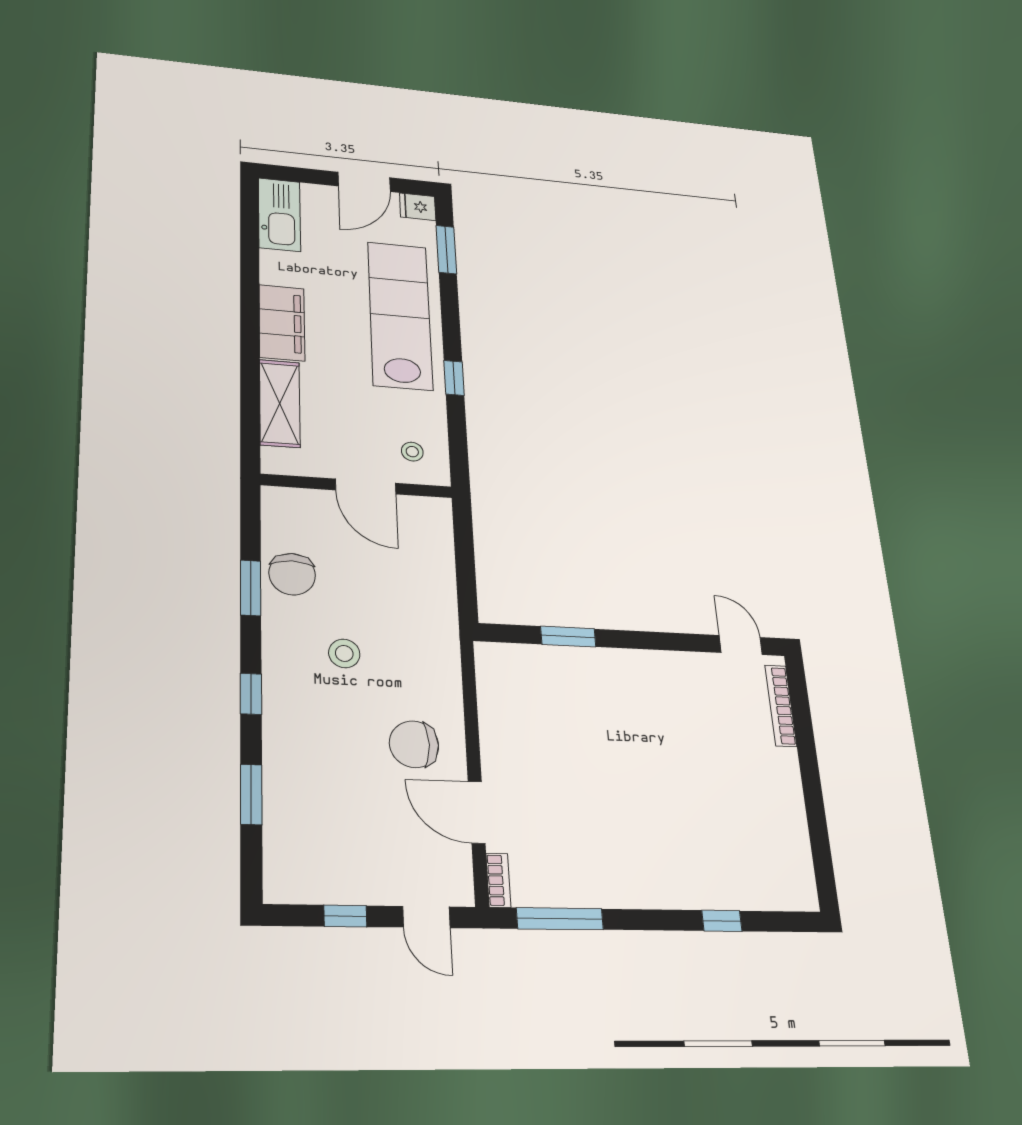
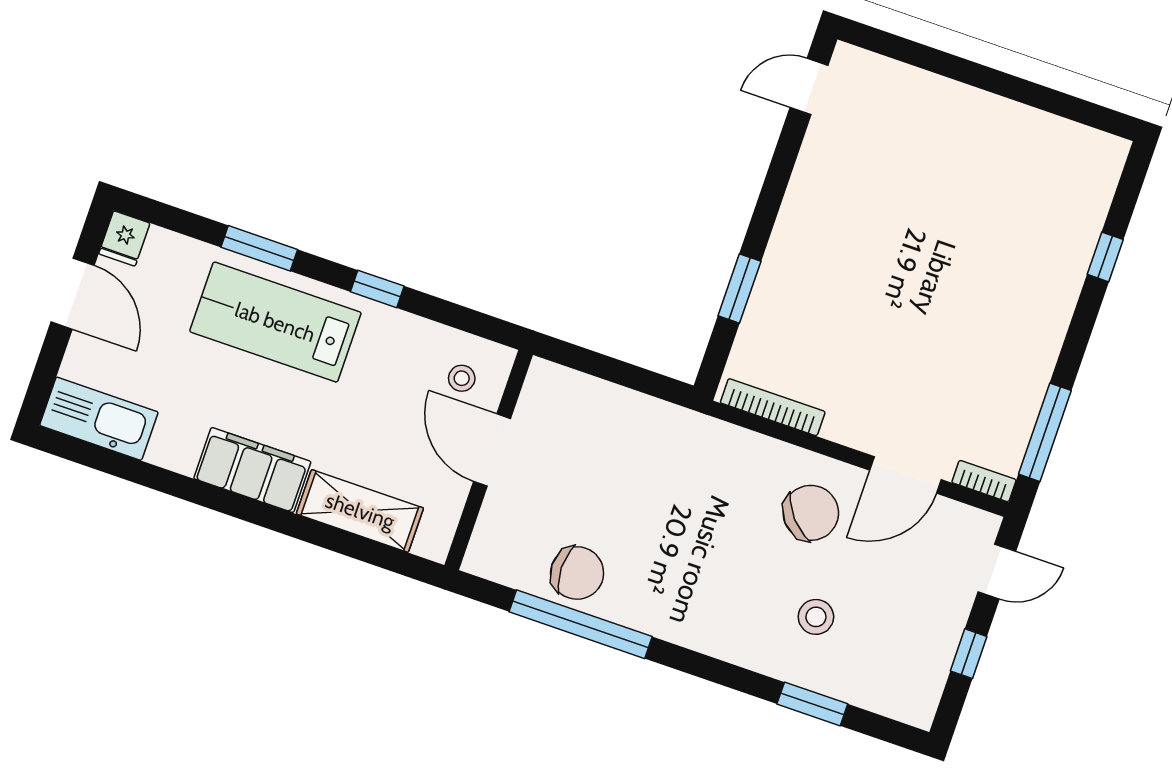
window: (446, 250) -> (259, 248), moved
lab bench: (400, 315) -> (275, 322), width x0.73
door: (366, 487) -> (492, 450), swing flipped
window: (251, 588) -> (581, 624), width x2.11
stool: (344, 653) -> (816, 617), moved
window: (251, 694) -> (703, 666), removed
bookcase: (781, 706) -> (773, 407), moved, turned 180
chair: (414, 744) -> (811, 513), turned -131

